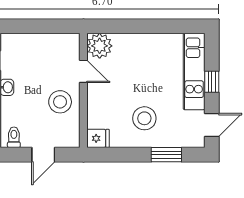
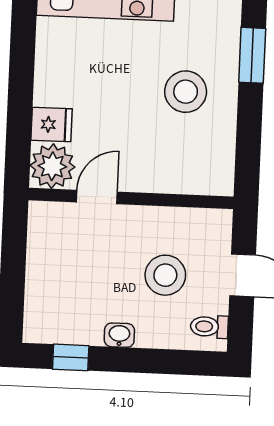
stool: (60, 102) -> (165, 275), moved
fridge: (98, 138) -> (51, 125), moved, turned 90

